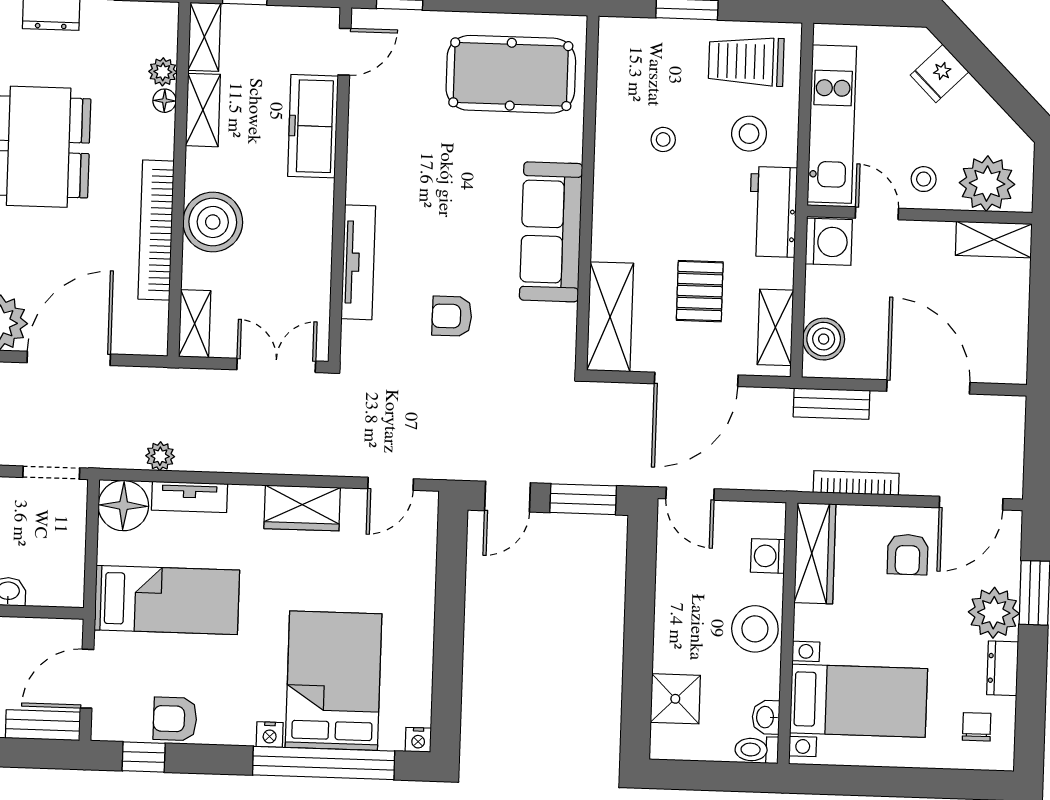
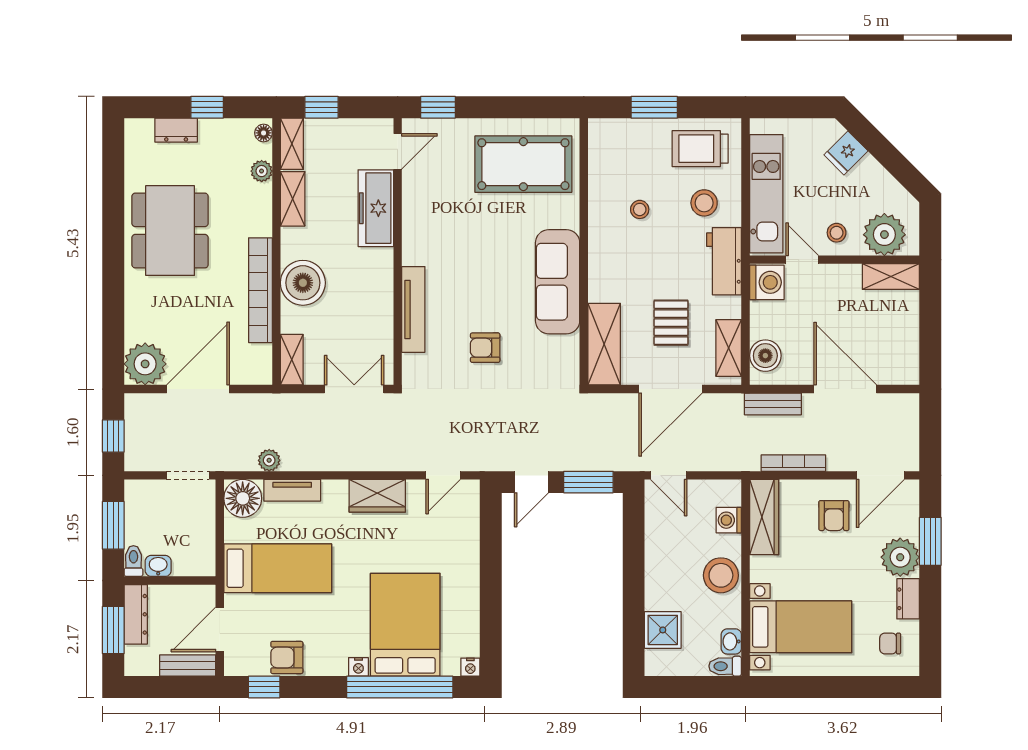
floor lamp: (164, 101) -> (264, 133), moved
chair: (977, 727) -> (890, 644), turned -90

